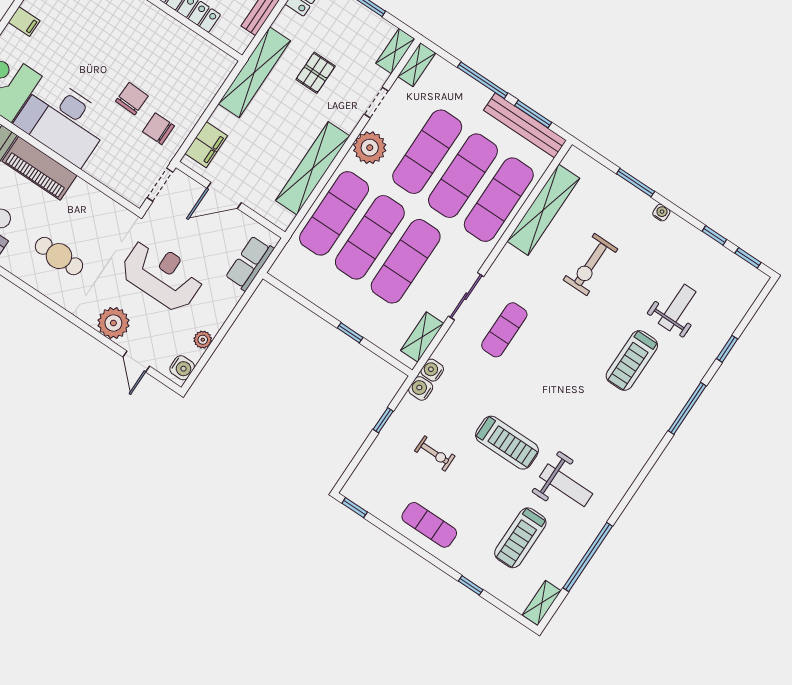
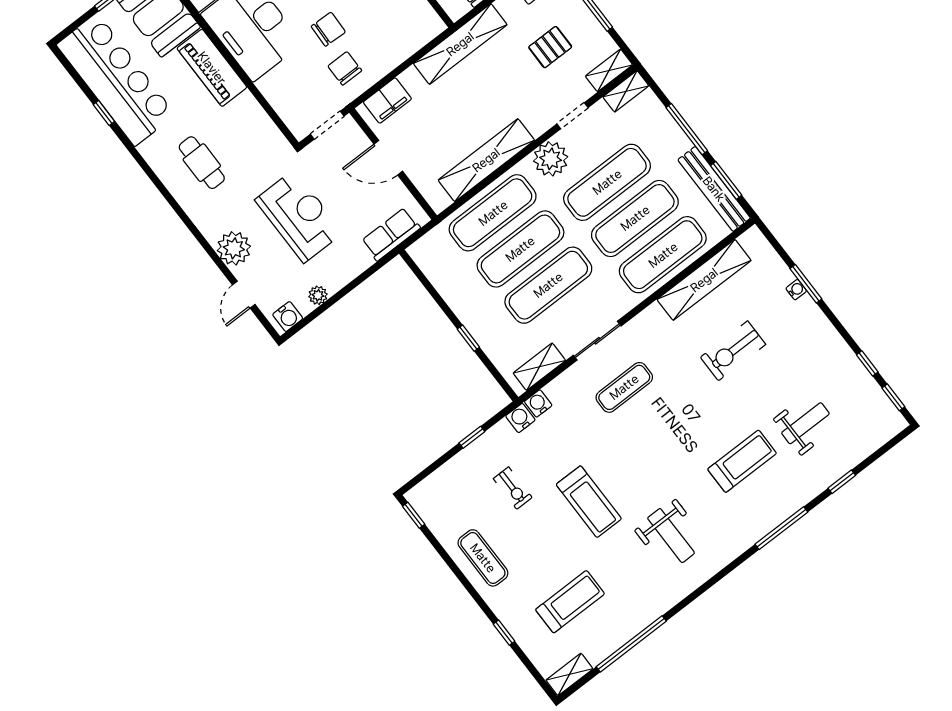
pallet: (316, 73) -> (550, 47), moved
water cooler: (661, 213) -> (796, 290), moved
treadmill: (632, 360) -> (742, 461), turned 180
weight bench: (566, 485) -> (671, 536), moved
treadmill: (520, 538) -> (570, 602), turned 180

